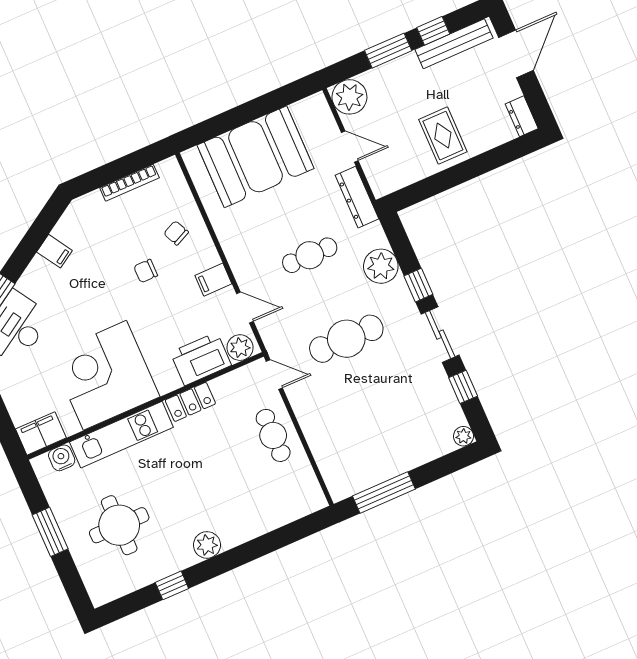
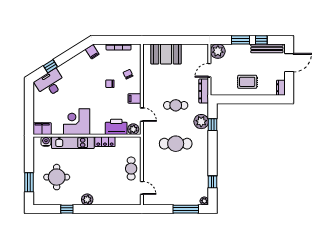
rug: (443, 136) -> (247, 82), turned 90
door: (350, 147) -> (209, 70), swing flipped
booth: (256, 157) -> (166, 54), width x0.73, depth x0.70
filing cabinet: (54, 251) -> (92, 52), moved
window: (418, 285) -> (212, 125), moved
sliding door: (440, 335) -> (212, 158), removed
corner desk: (105, 375) -> (77, 122), width x0.74, depth x0.74
door: (274, 375) -> (142, 188), moved
window: (384, 492) -> (186, 209), moved
window: (50, 532) -> (29, 182), moved

